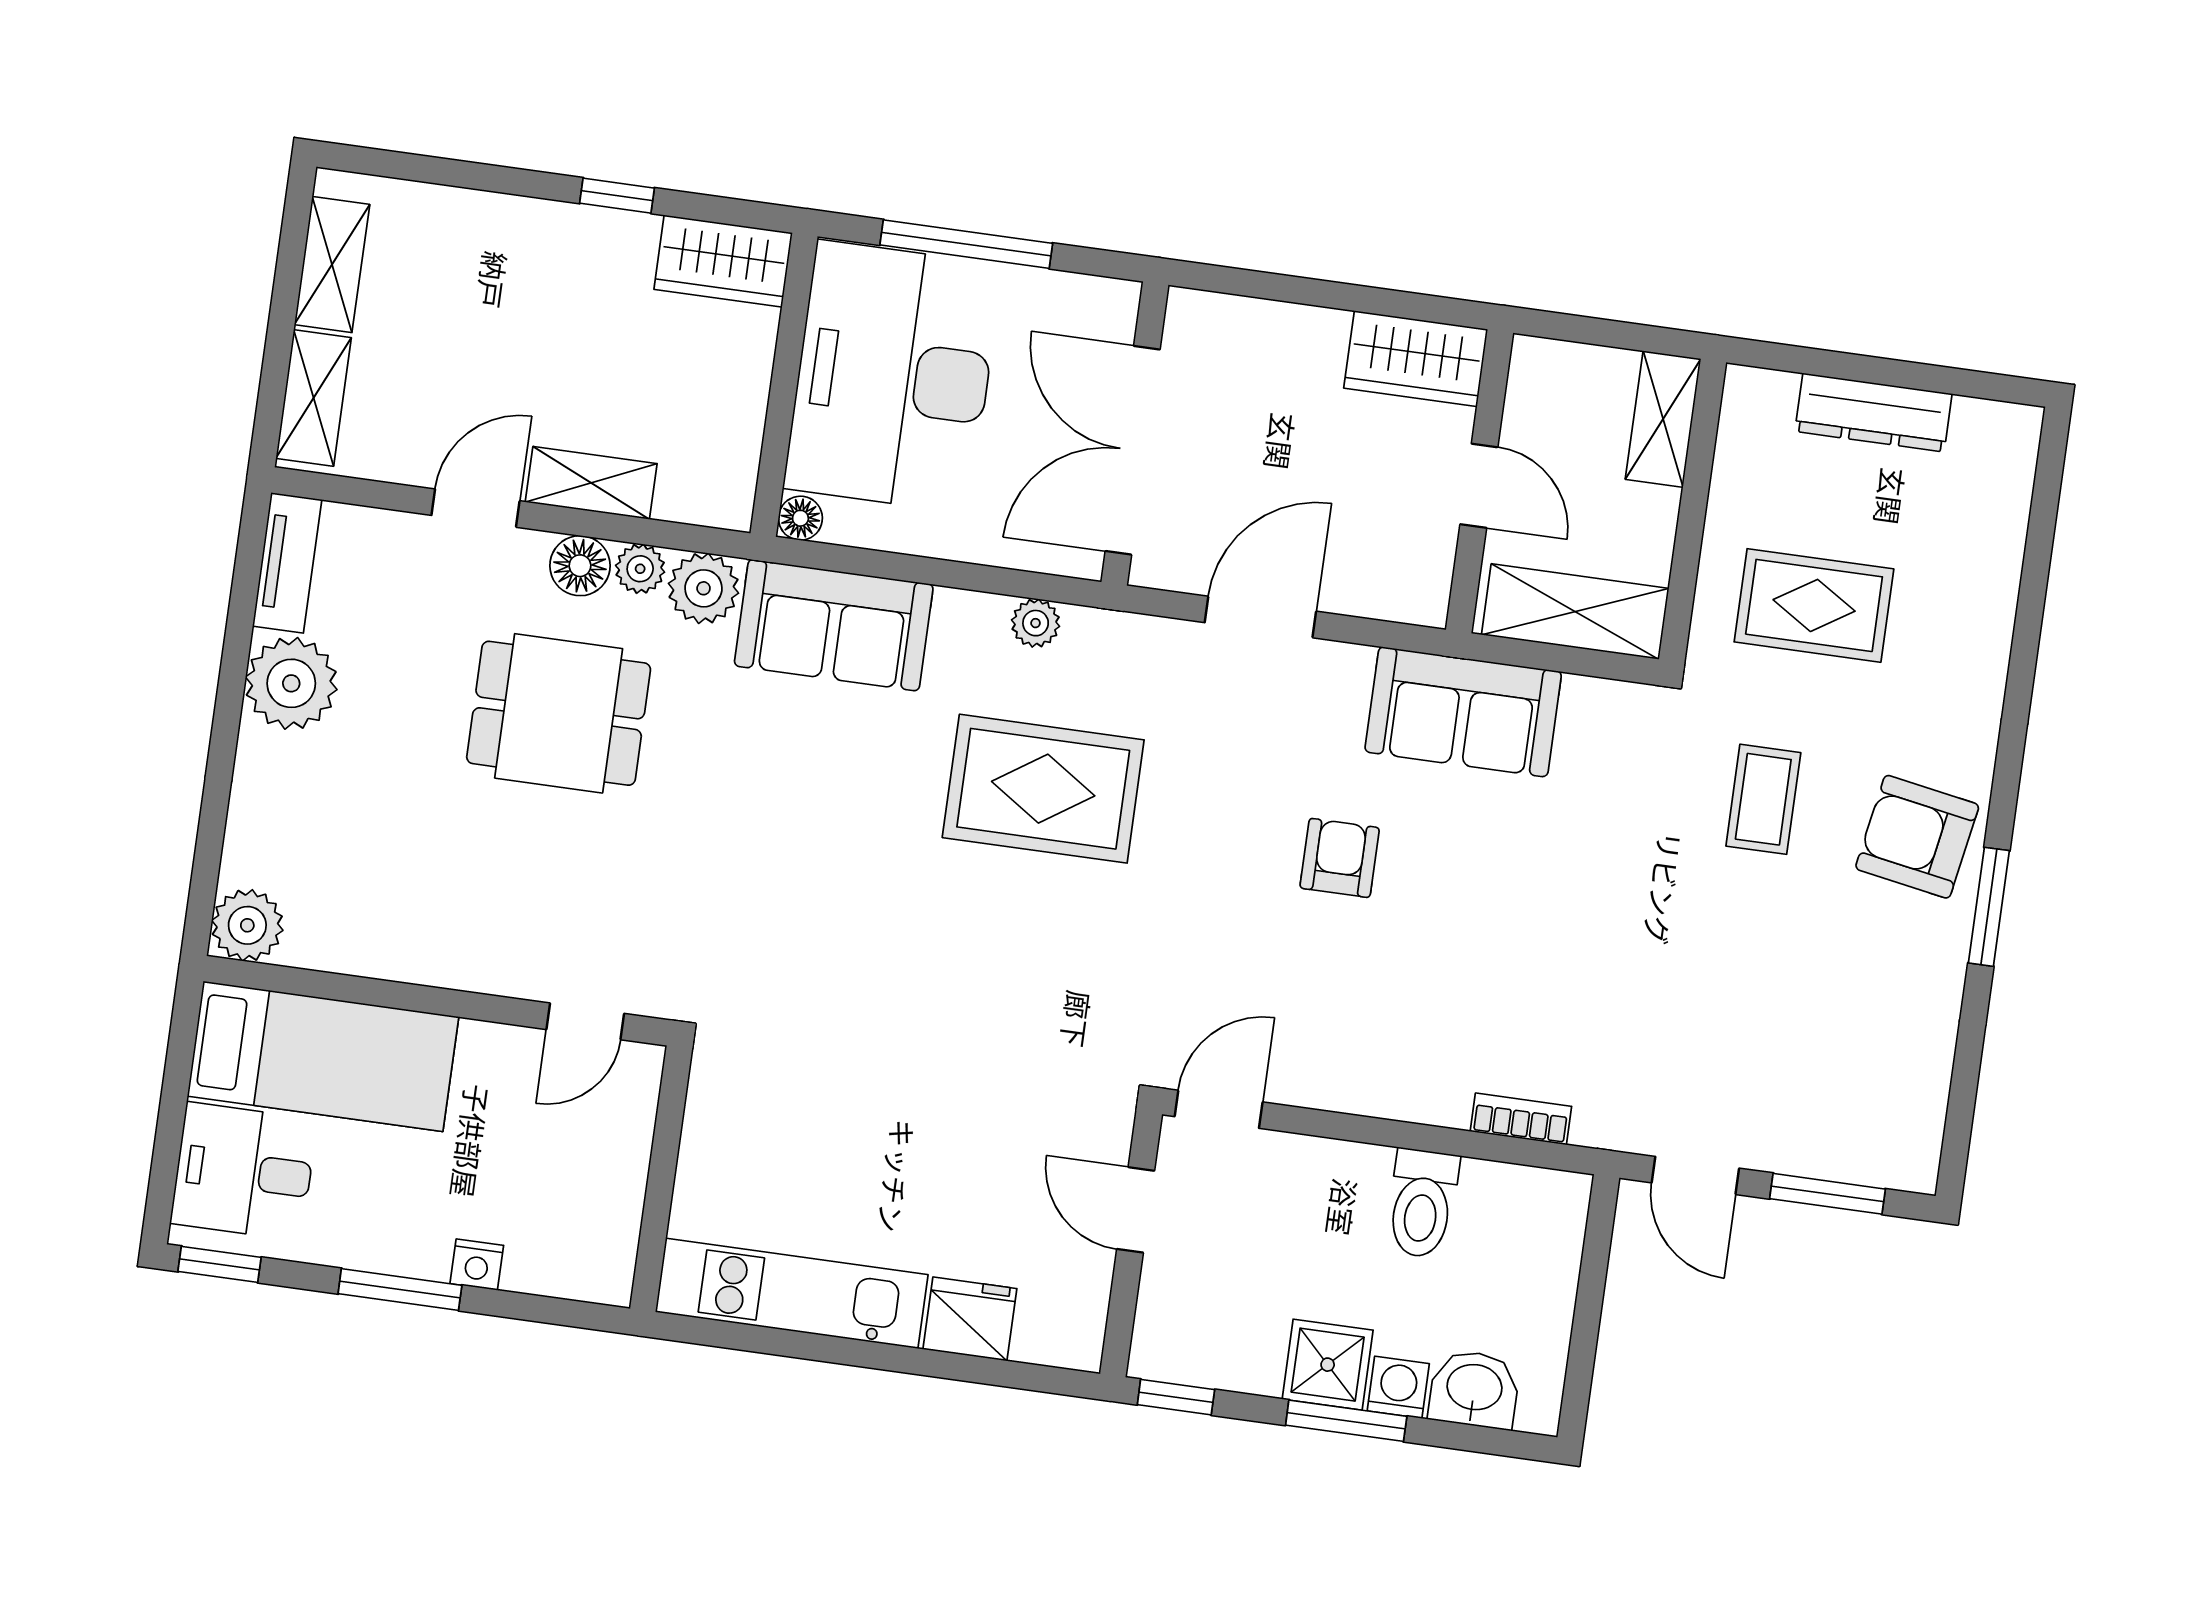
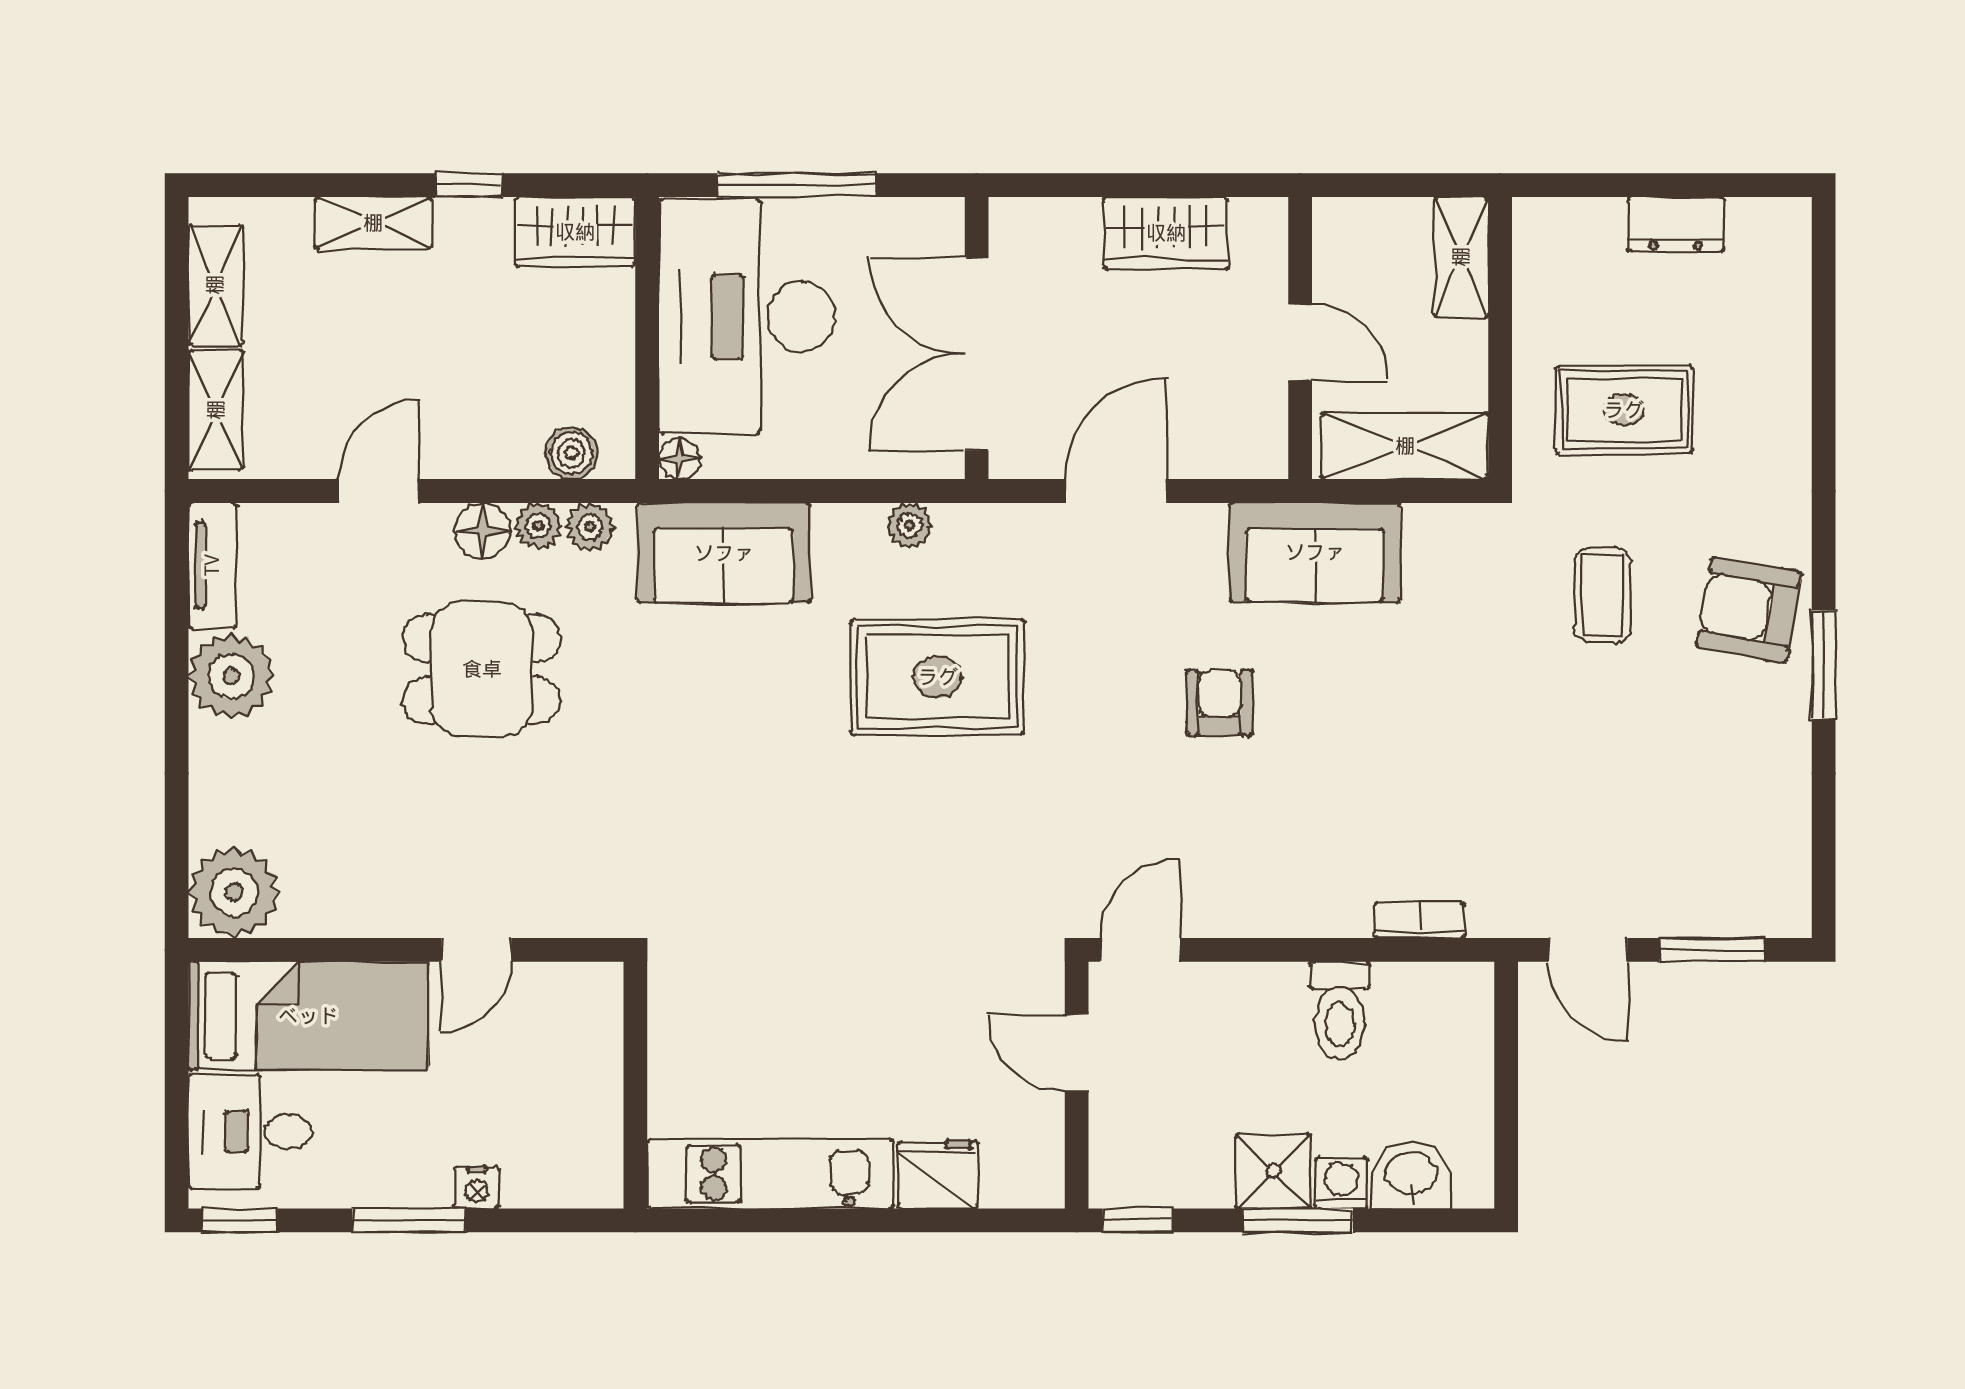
wardrobe: (1416, 359) -> (1166, 233), moved
dresser: (1873, 413) -> (1676, 224), width x0.70
shelving: (591, 483) -> (373, 223), moved
boiler: (686, 496) -> (571, 453), added
plant: (704, 588) -> (590, 527), width x0.73, depth x0.73
plant: (247, 925) -> (234, 892), width x1.36, depth x1.36
door: (585, 1021) -> (476, 950), moved

